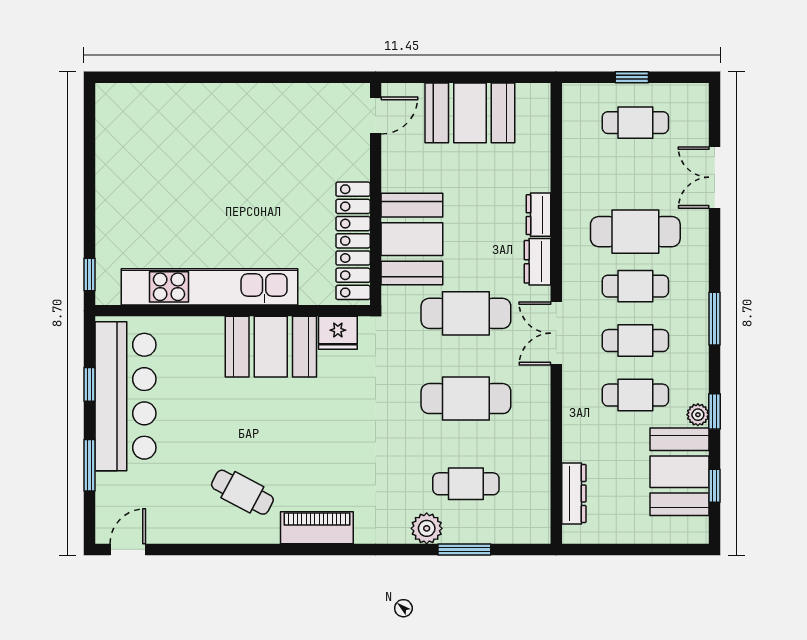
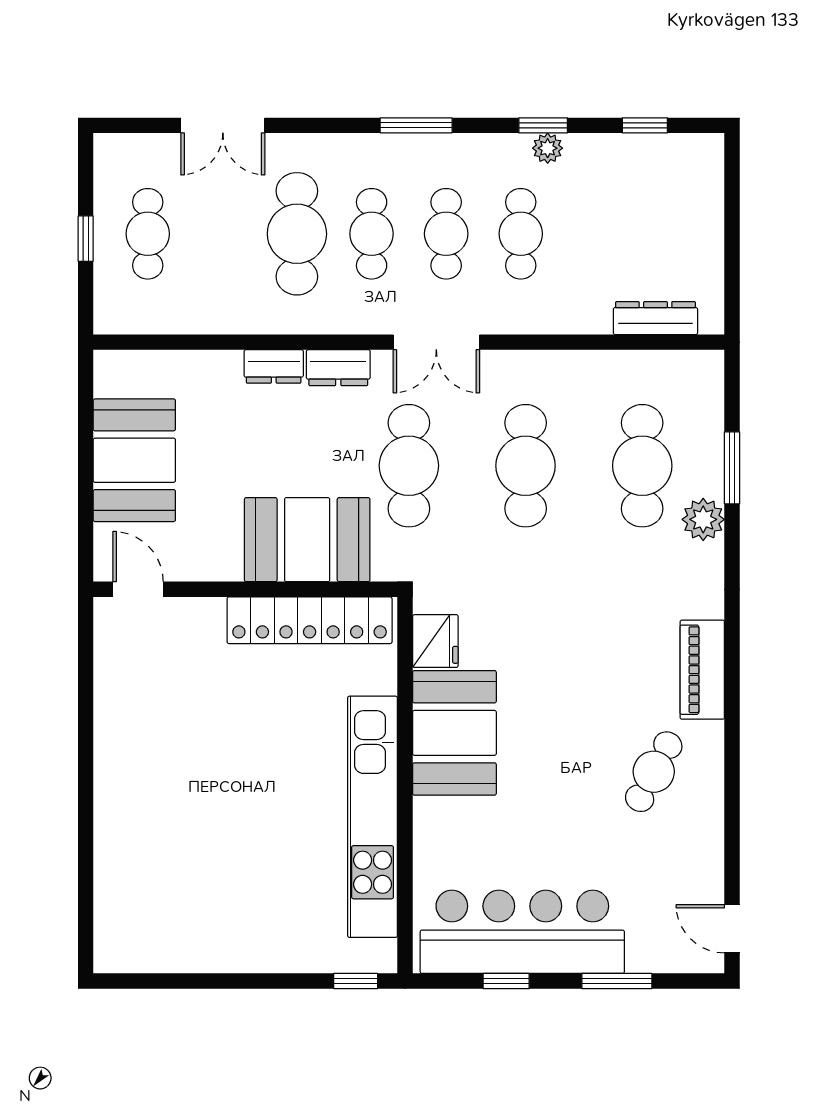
booth: (680, 472) -> (626, 173), removed
cafe table: (466, 484) -> (642, 466), width x1.37, depth x1.35

